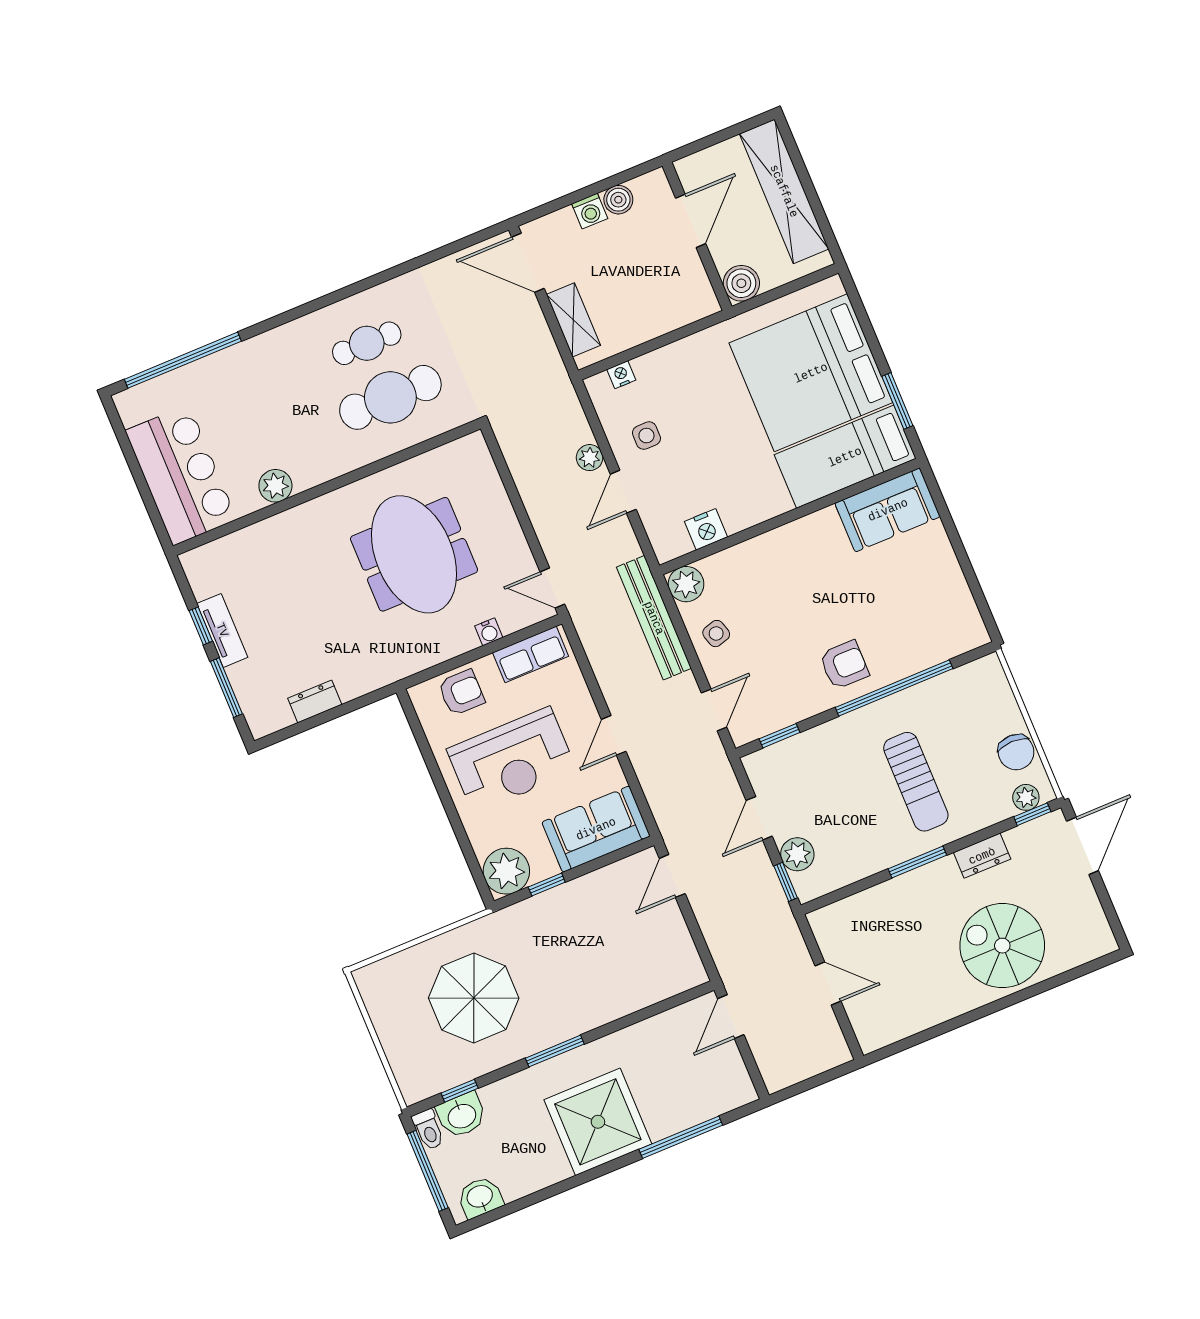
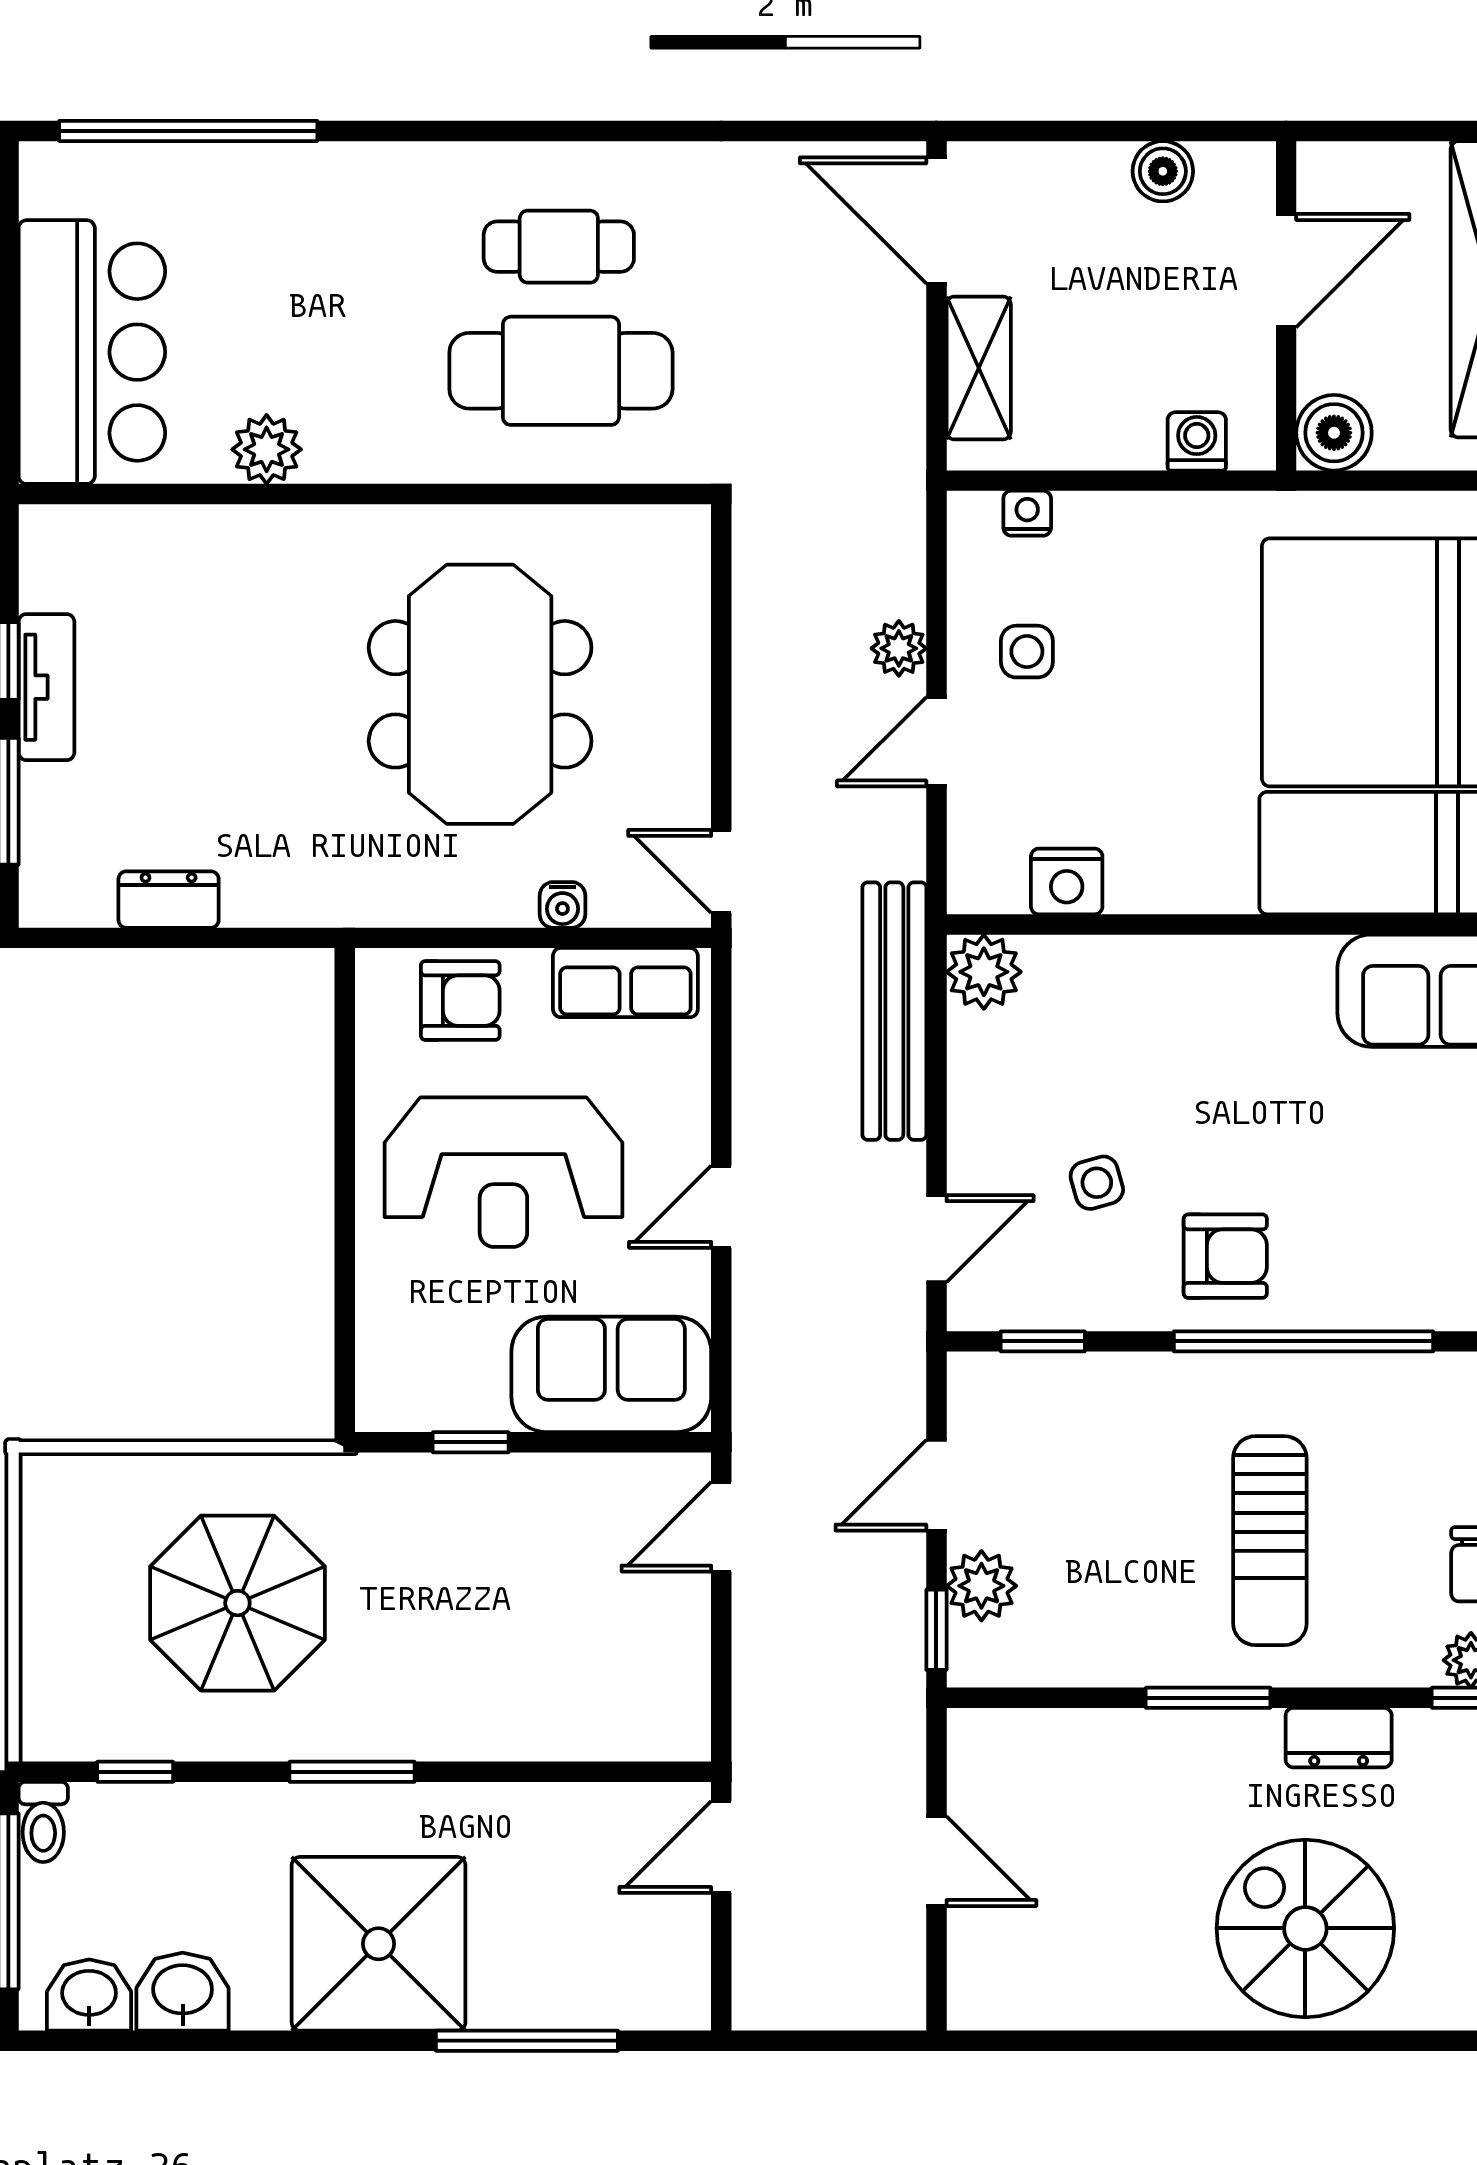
washing machine: (590, 211) -> (1197, 441), moved, turned 180
side table: (716, 634) -> (1097, 1183), moved
plant: (506, 871) -> (403, 1384), removed
washbasin: (462, 1115) -> (183, 1992), moved, turned 180

